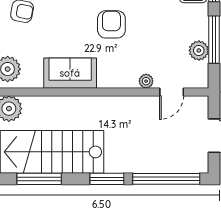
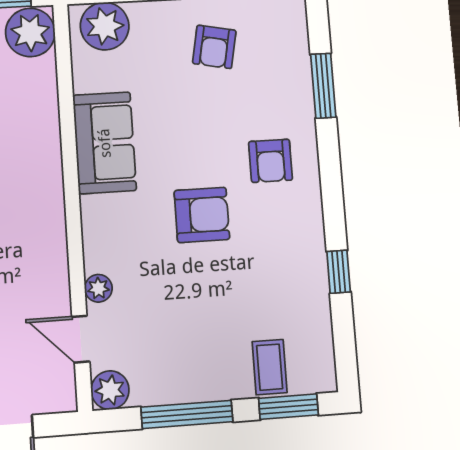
plant: (199, 50) -> (110, 390), moved

